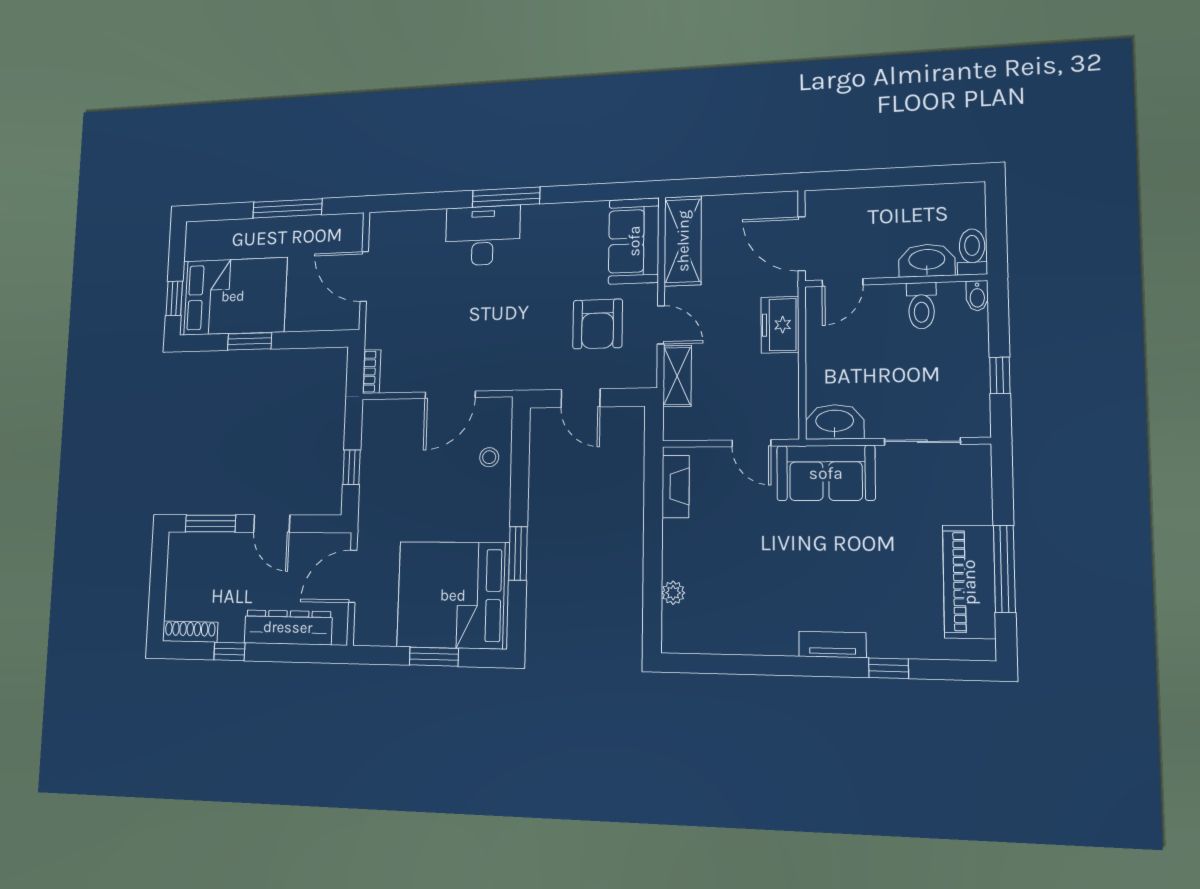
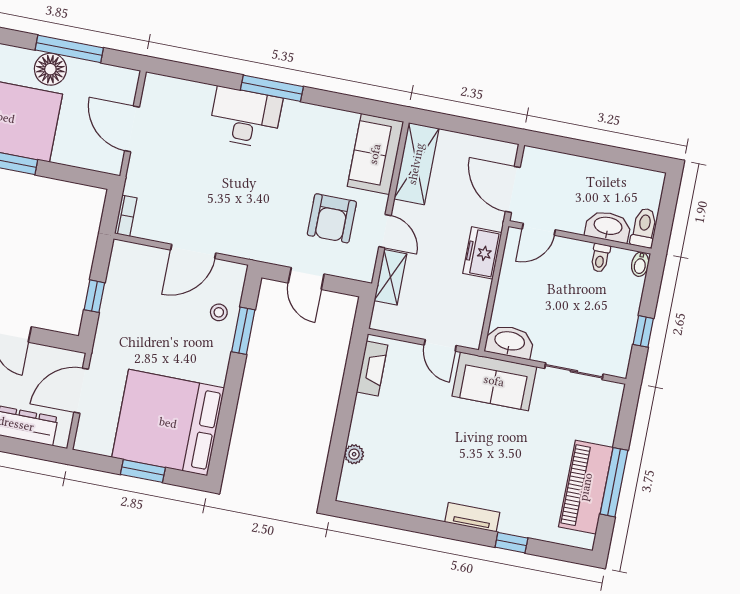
floor lamp: (271, 234) -> (50, 69), added
toilet: (921, 306) -> (600, 258), width x0.73, depth x0.72
window: (518, 553) -> (243, 331), moved

